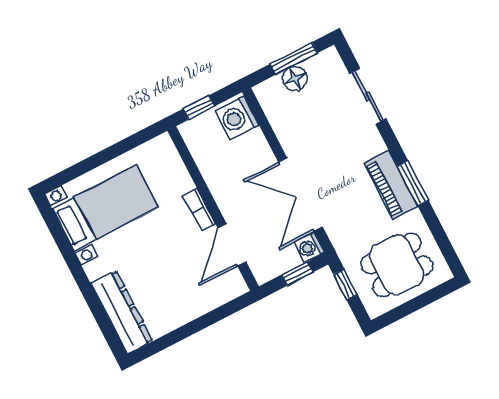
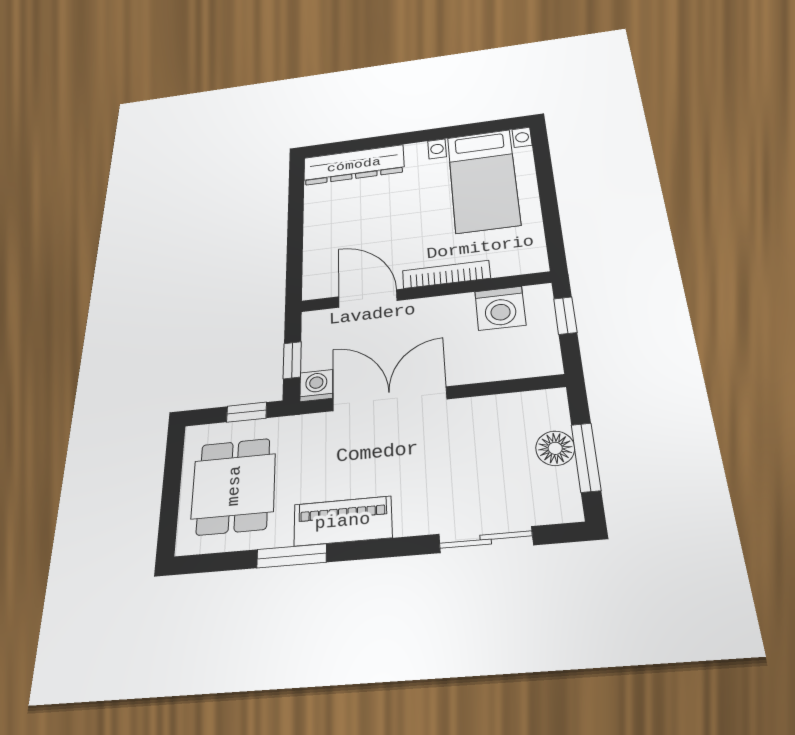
washing machine: (237, 118) -> (500, 308), moved, turned 180
window: (413, 183) -> (292, 556), moved
bookcase: (199, 210) -> (446, 274), width x1.56

